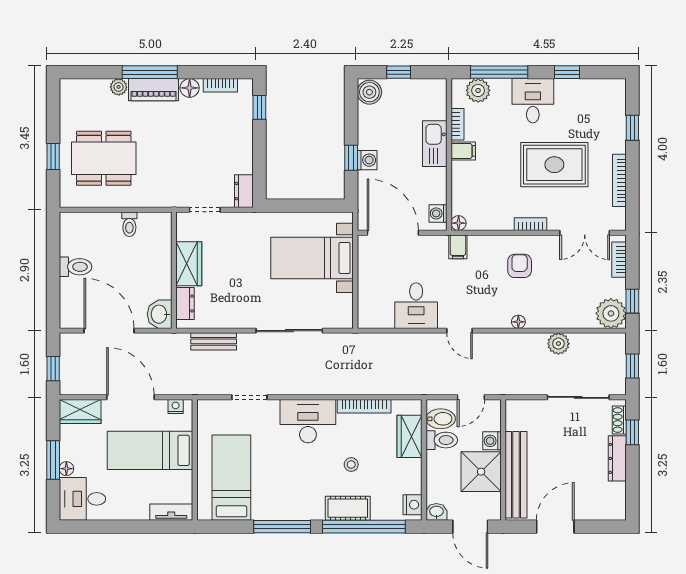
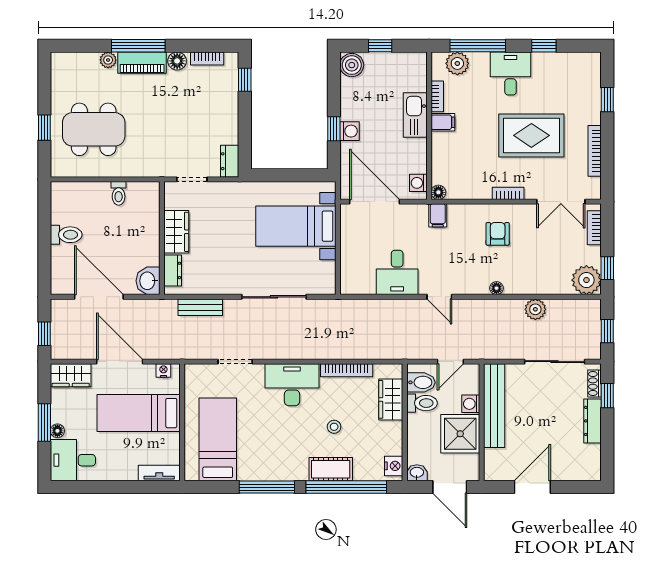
bench: (516, 475) -> (494, 406), moved

